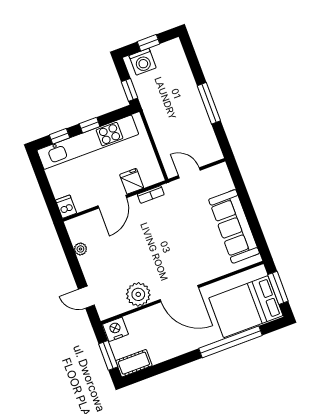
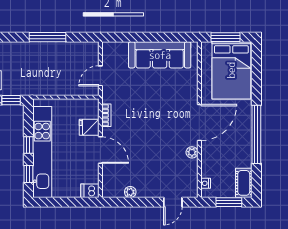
plant: (138, 294) -> (192, 152), width x0.53, depth x0.53
nightstand: (116, 329) -> (206, 183), width x0.53, depth x0.56
window: (230, 342) -> (256, 134), moved

